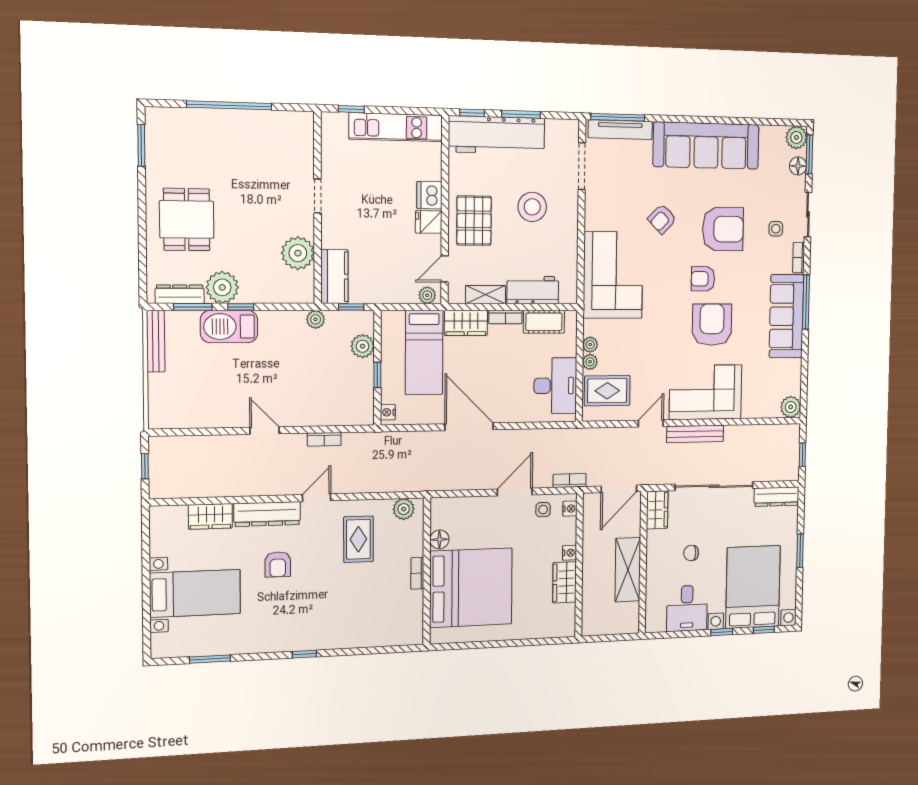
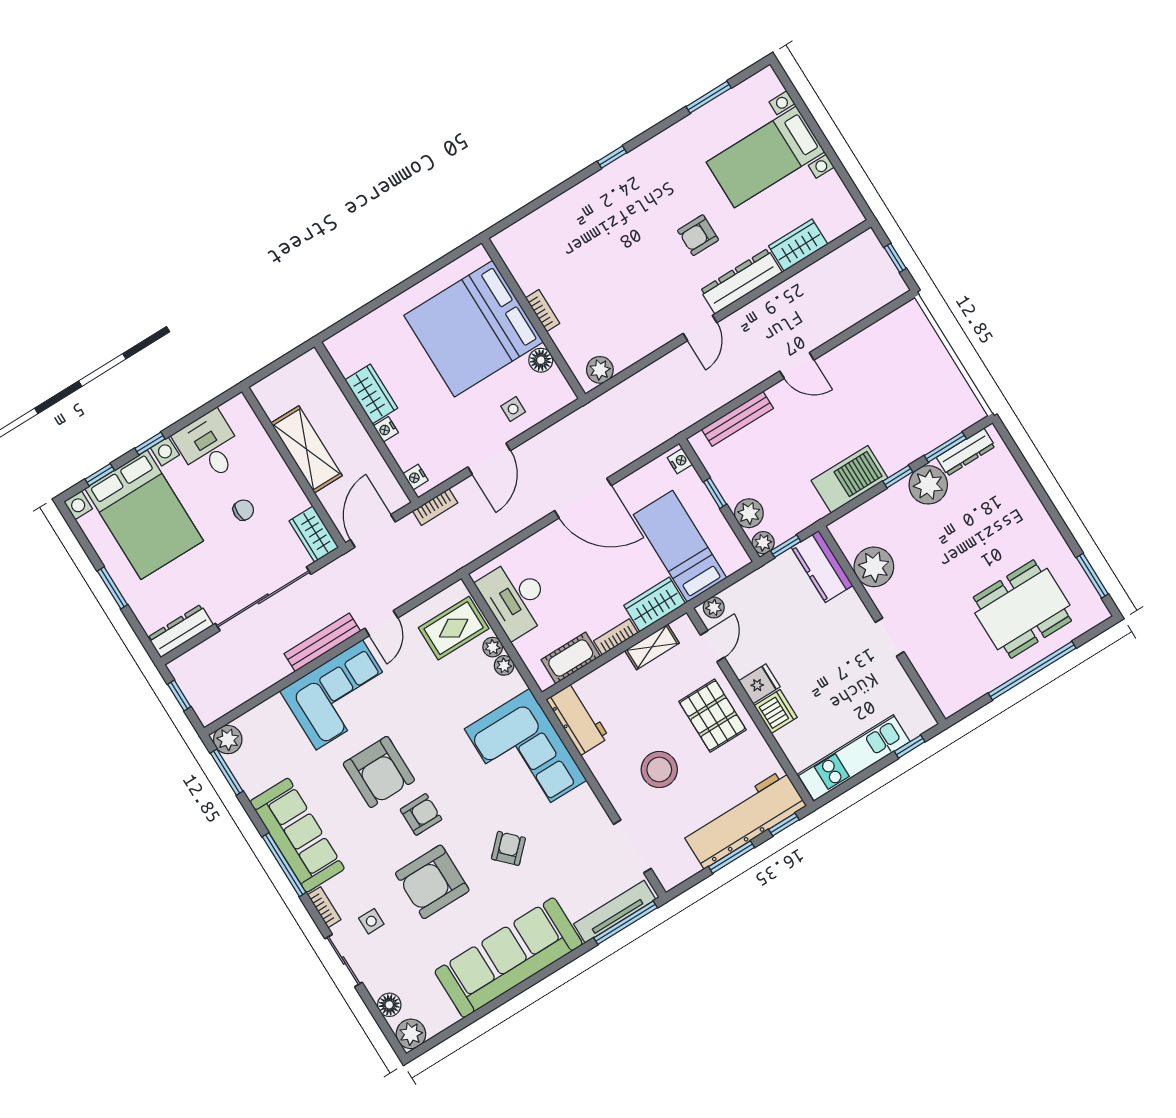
window: (809, 154) -> (227, 772), moved
dining table: (187, 220) -> (1022, 609), moved, width x1.37
workbench: (533, 290) -> (578, 718), moved, turned -90
plant: (316, 319) -> (763, 543), moved
barbecue: (229, 327) -> (850, 479), moved
bench: (156, 341) -> (737, 419), moved, turned 90
bookcase: (324, 439) -> (729, 393), removed
side table: (543, 510) -> (513, 409), moved
rug: (358, 539) -> (629, 310), removed
armchair: (278, 564) -> (698, 235), turned -90

